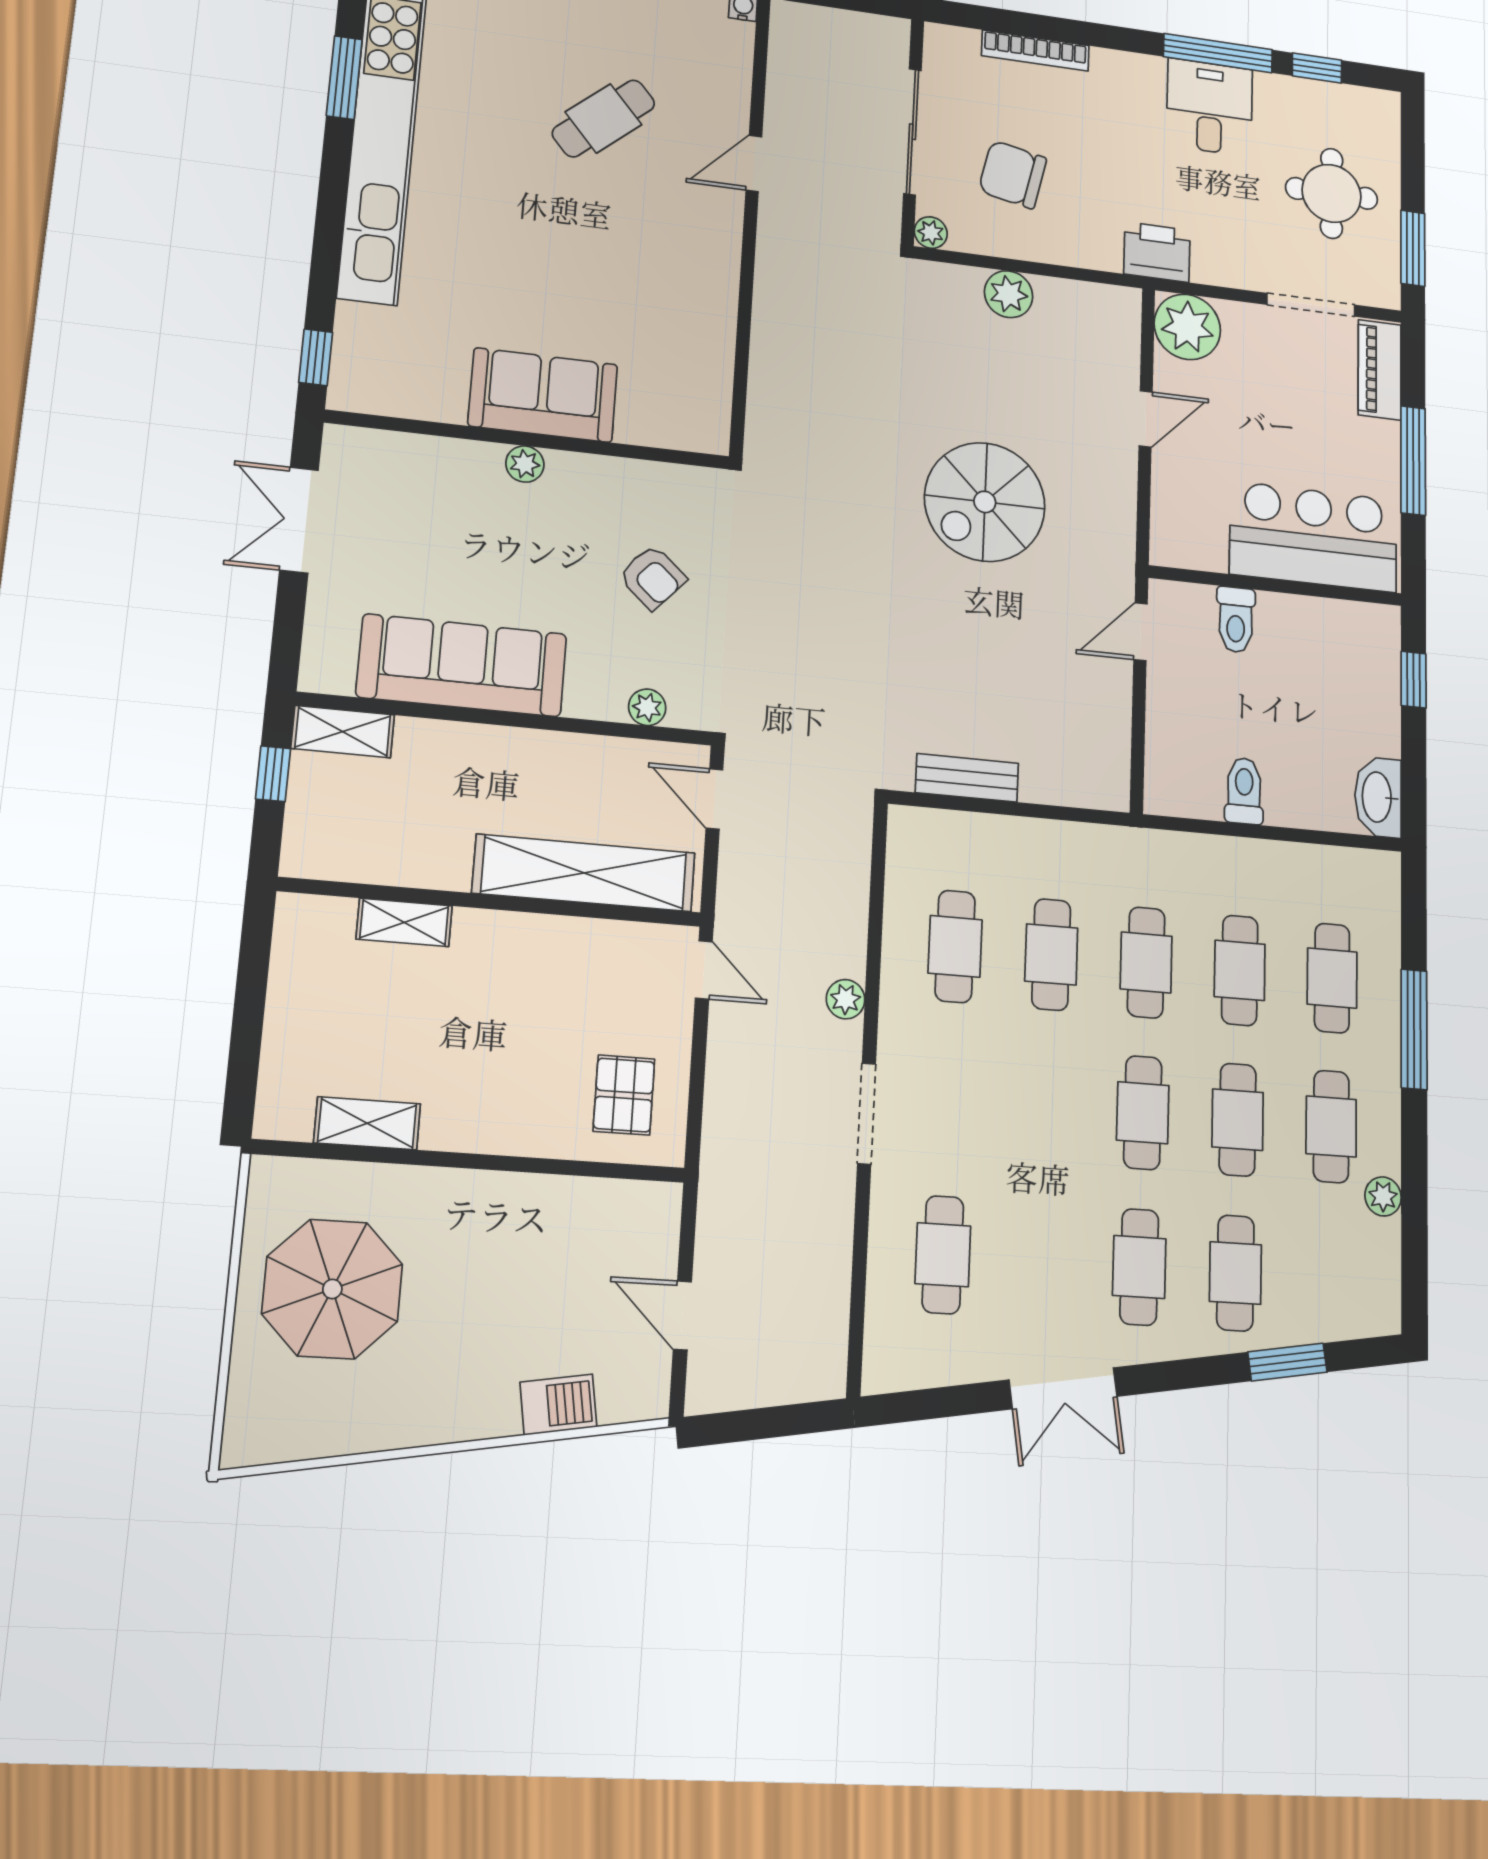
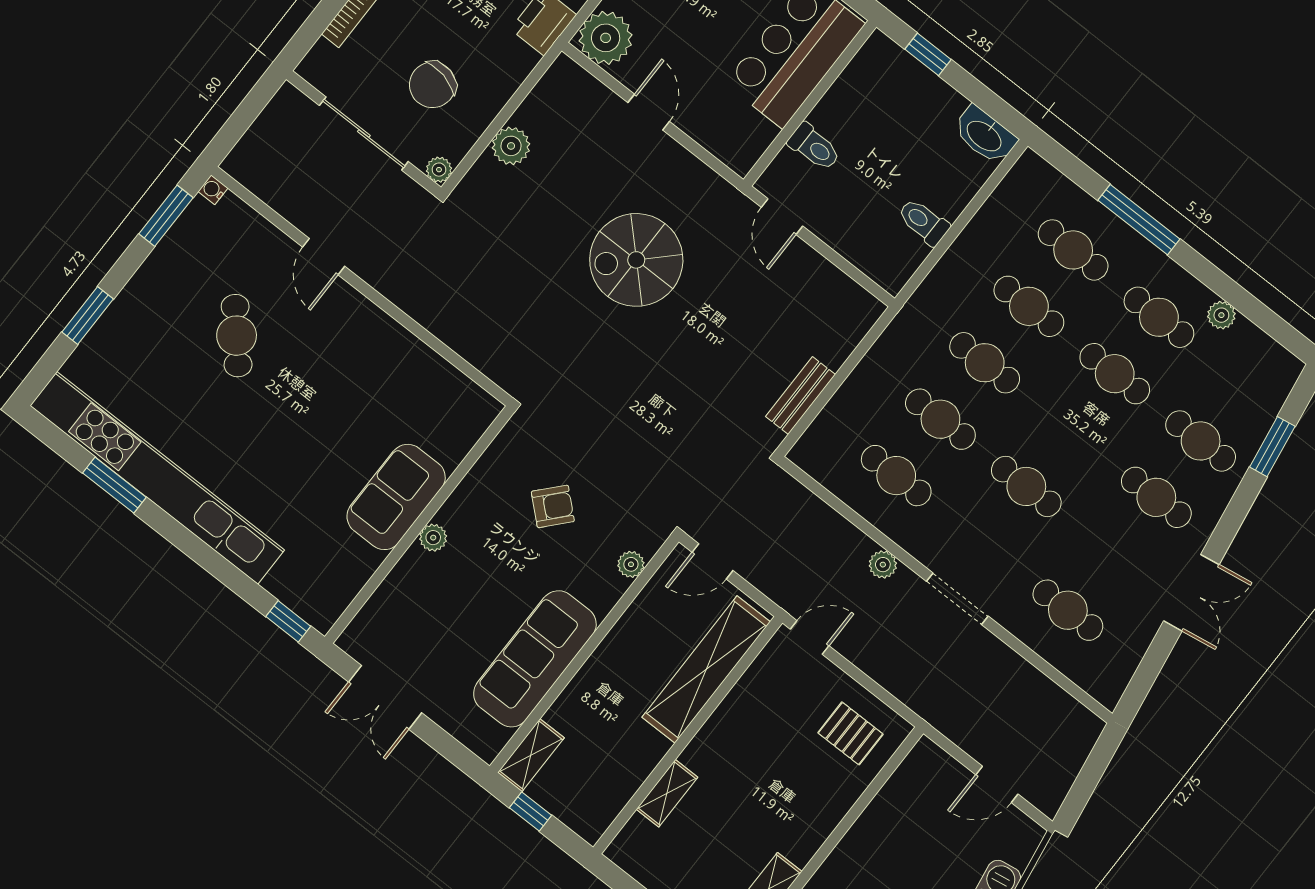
spiral stairs: (985, 502) -> (636, 260), turned 90
cafe table: (1143, 1113) -> (1026, 486), moved

